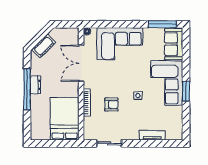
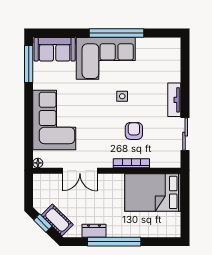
window: (41, 35) -> (43, 223), added
double door: (81, 63) -> (80, 171), width x0.73
dresser: (35, 85) -> (94, 231), moved
window: (186, 91) -> (117, 33), width x2.11
tv unit: (152, 135) -> (174, 100), moved

